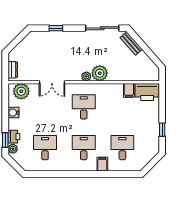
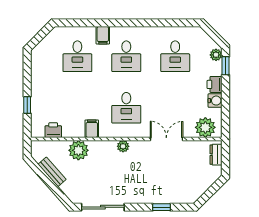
bench: (131, 43) -> (52, 172), moved
plant: (100, 73) -> (78, 150), moved
filing cabinet: (129, 90) -> (92, 129), moved
printer: (147, 92) -> (53, 130), width x0.53, depth x0.68
window: (162, 130) -> (27, 105), moved
printer: (14, 137) -> (215, 84), moved

